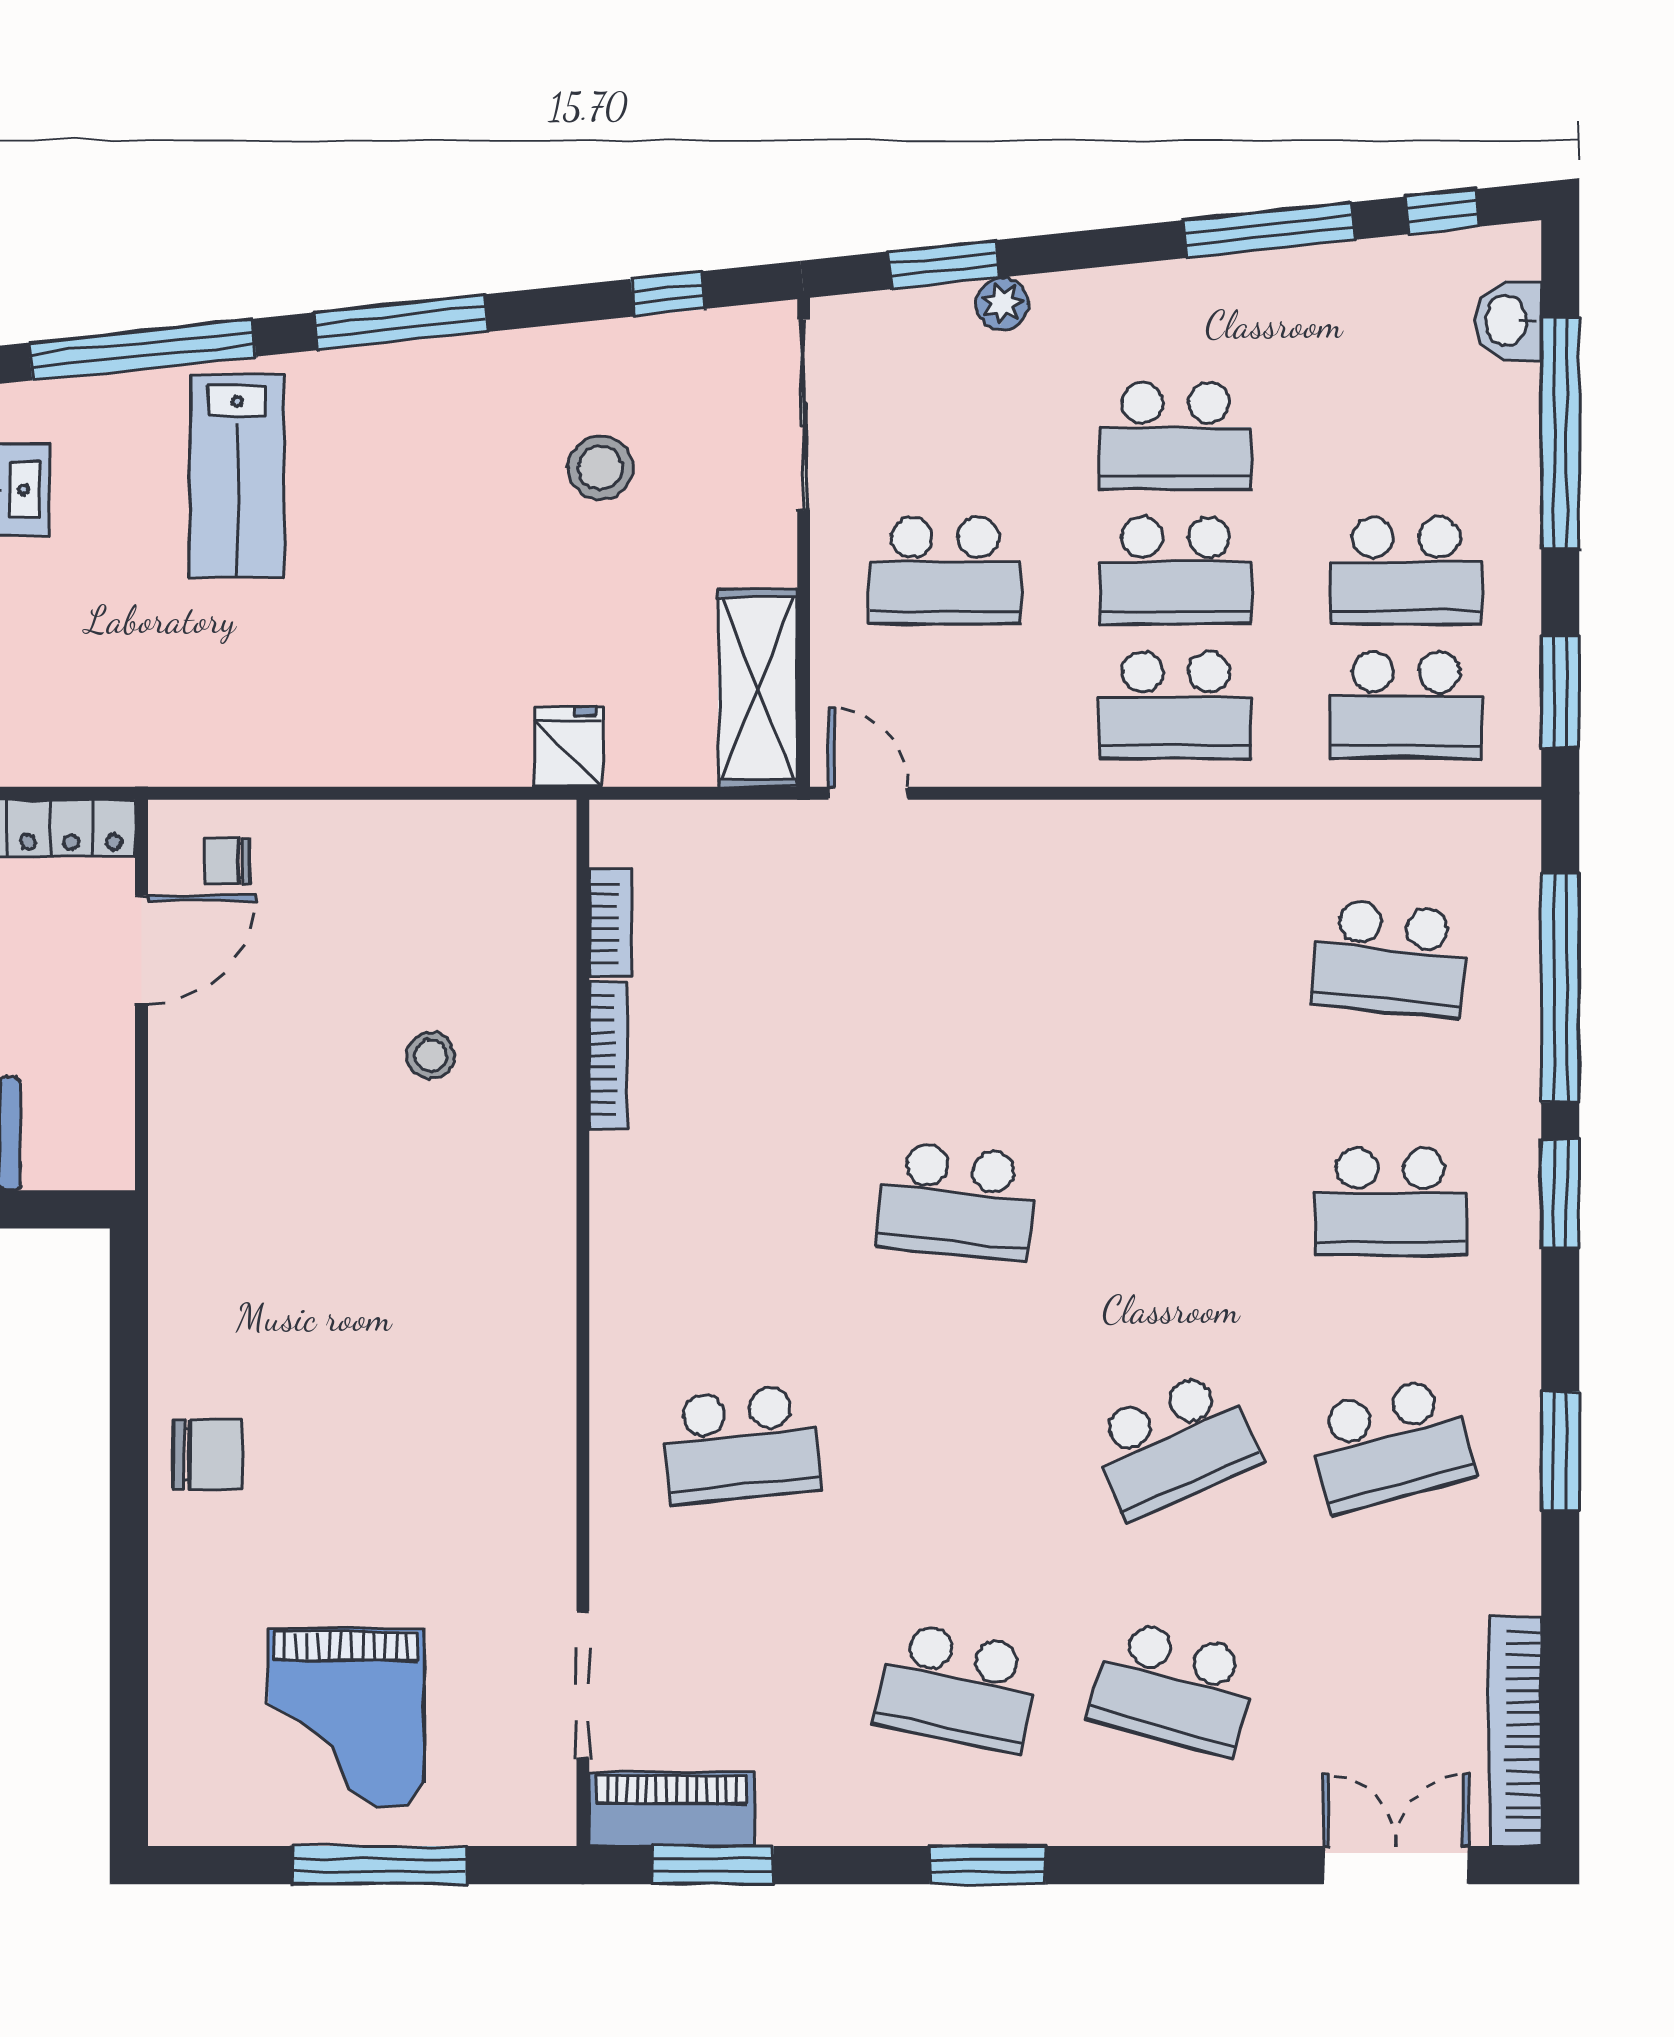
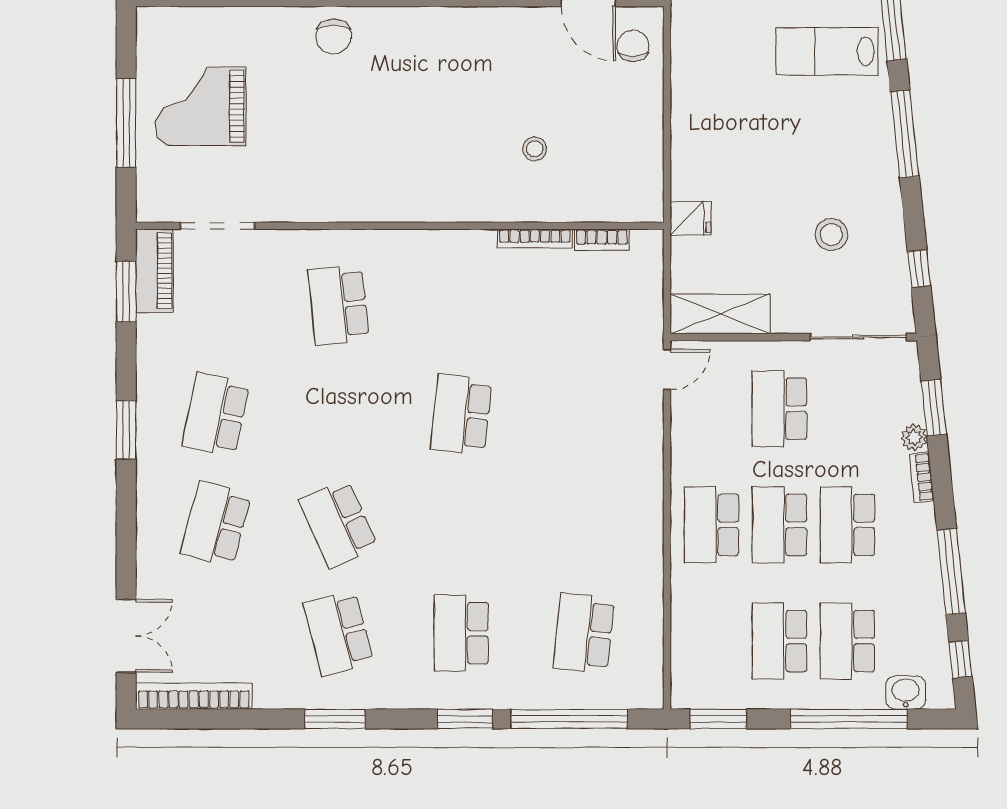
bookcase: (1081, 289) -> (922, 477), added
school desk: (1406, 705) -> (847, 641), moved
chair: (227, 861) -> (633, 46), width x1.37, depth x1.37

